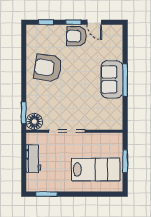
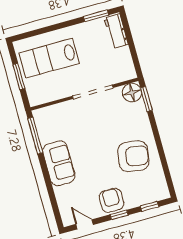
door: (94, 22) -> (84, 224), moved
armchair: (76, 36) -> (111, 200), turned -90
window: (125, 80) -> (35, 136), moved
workbench: (33, 159) -> (116, 31), moved

